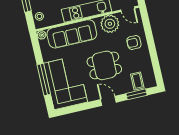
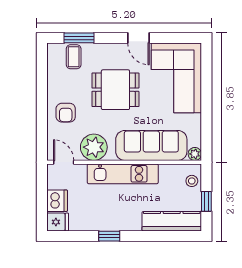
armchair: (134, 42) -> (66, 113), turned 90
window: (44, 80) -> (206, 90), removed
door: (108, 101) -> (138, 38), moved

